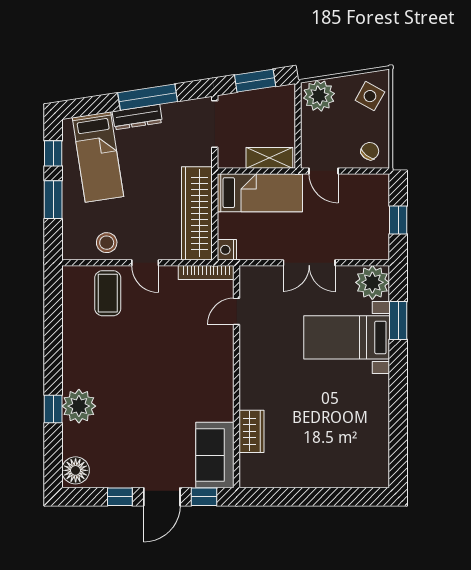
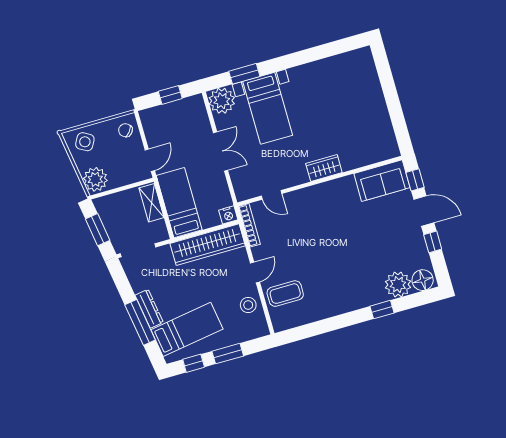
window: (148, 97) -> (140, 322), moved
plant: (79, 406) -> (398, 284), moved
wardrobe: (252, 431) -> (324, 168), moved

